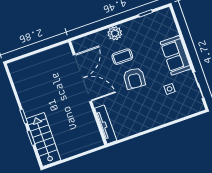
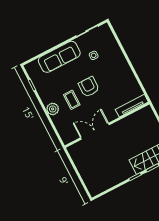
sofa: (176, 55) -> (59, 57), width x1.36
double door: (82, 78) -> (95, 131), width x0.73
armchair: (134, 78) -> (89, 87), turned -94

